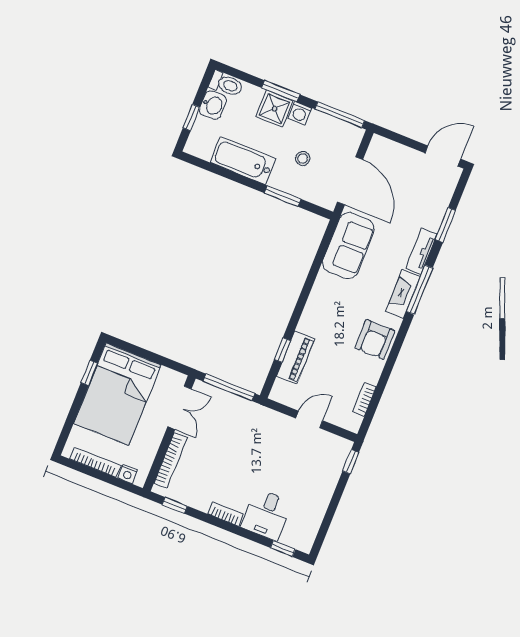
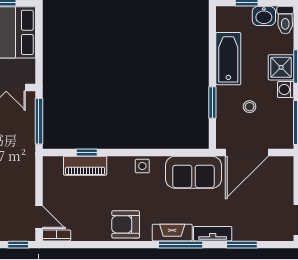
side table: (320, 297) -> (142, 166), added
bookcase: (364, 399) -> (57, 235), moved
door: (309, 419) -> (39, 217), moved

